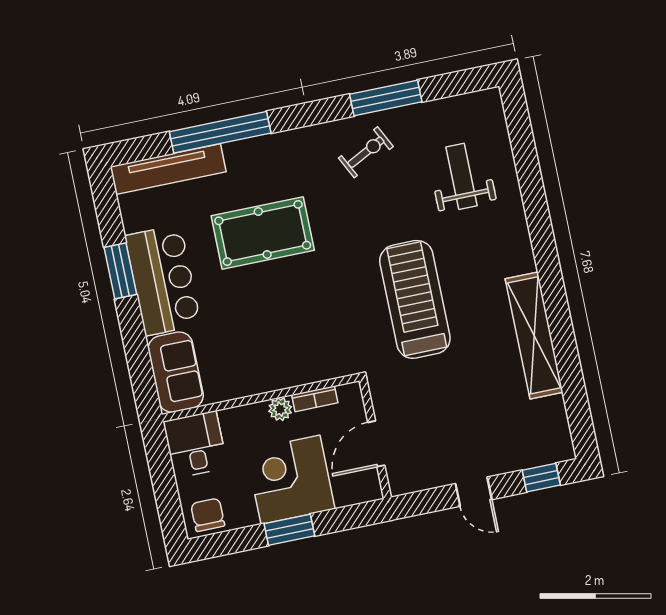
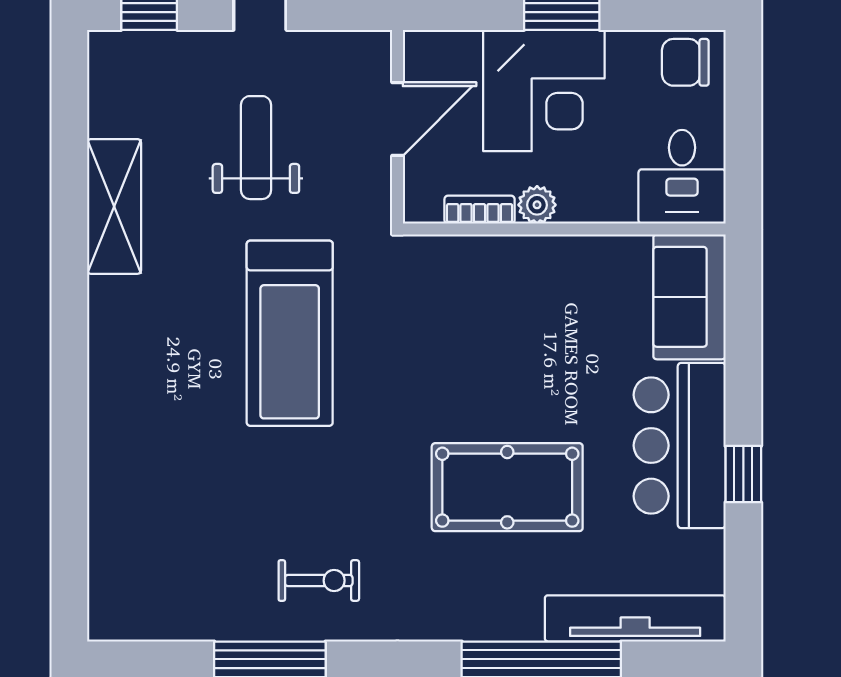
exercise bike: (366, 152) -> (319, 581), turned -153
weight bench: (462, 176) -> (256, 148), moved, turned 180
window: (120, 271) -> (743, 474), width x0.67
shelving: (534, 335) -> (114, 206), width x0.68
chair: (208, 515) -> (685, 62), turned 90

